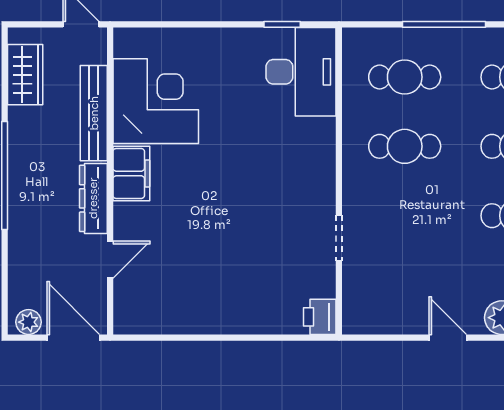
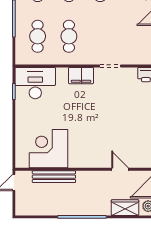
wardrobe: (25, 75) -> (125, 208), moved
filing cabinet: (131, 173) -> (81, 76), moved, turned 180
dresser: (93, 198) -> (92, 177), removed

